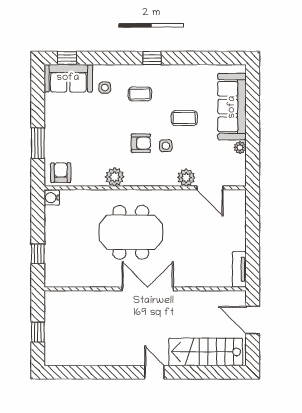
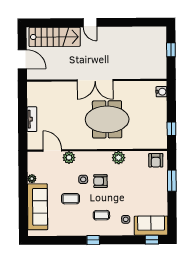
water cooler: (52, 198) -> (161, 92), moved
window: (38, 254) -> (171, 129), moved
tv unit: (239, 269) -> (32, 119), moved

